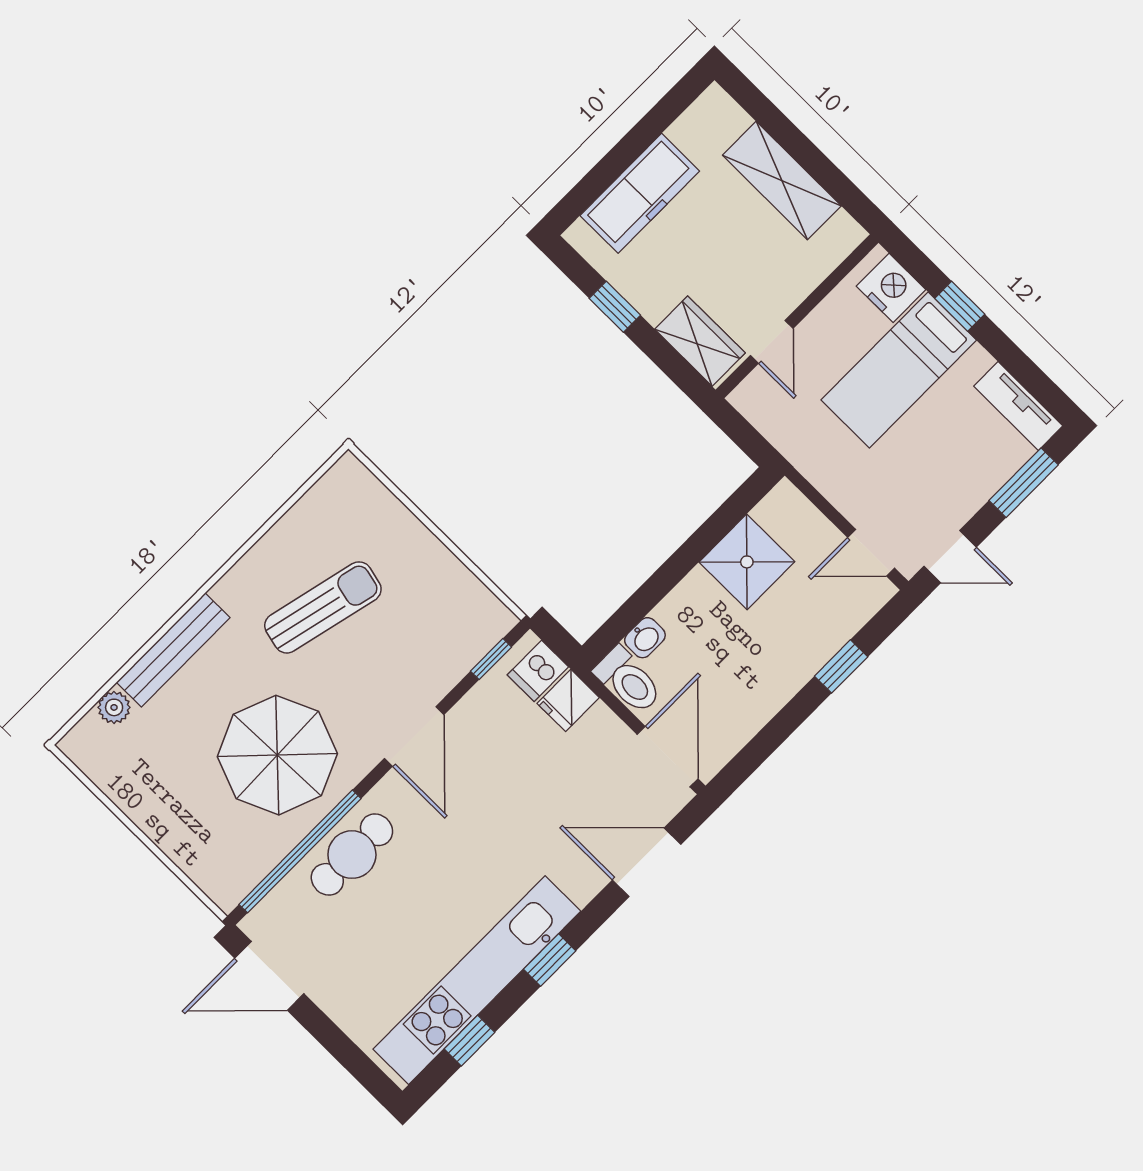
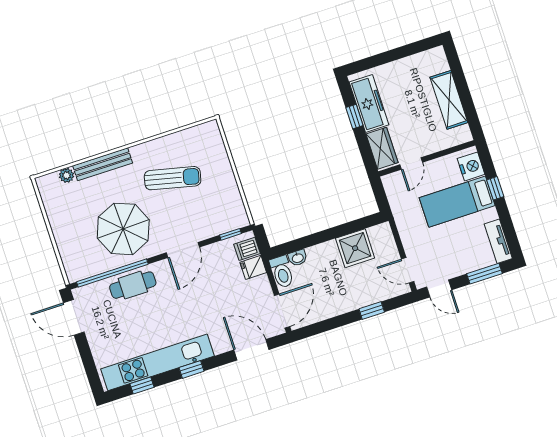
freezer: (640, 193) -> (369, 103), moved, turned -90

